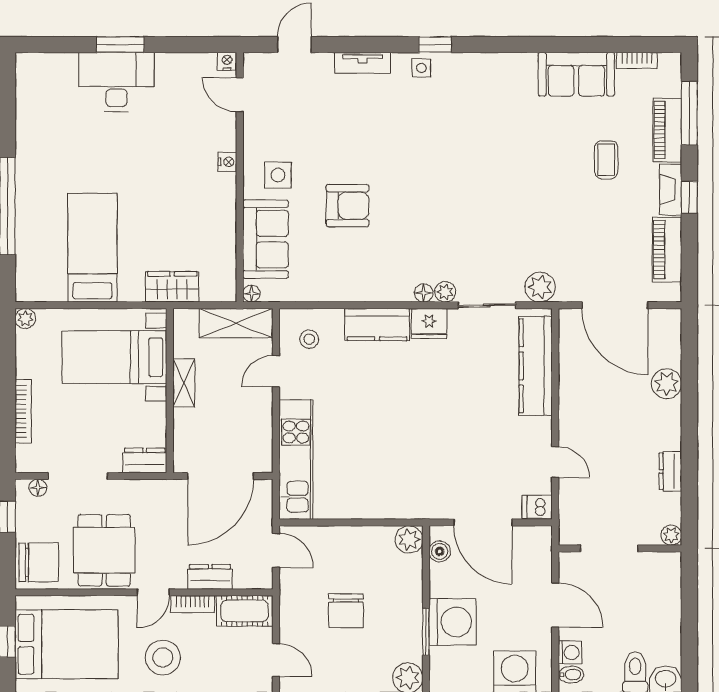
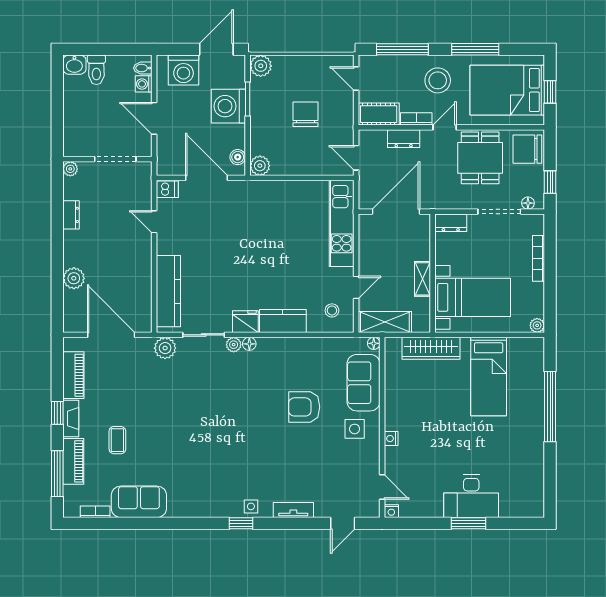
wardrobe: (172, 287) -> (431, 348), width x1.50

